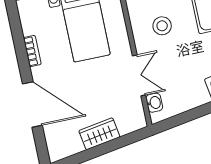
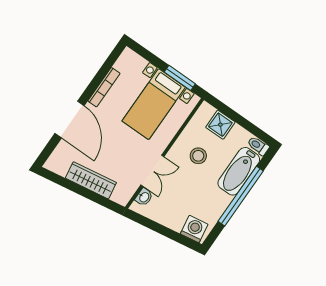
bookcase: (32, 51) -> (104, 87), width x1.56
wardrobe: (99, 134) -> (91, 180), width x1.50

